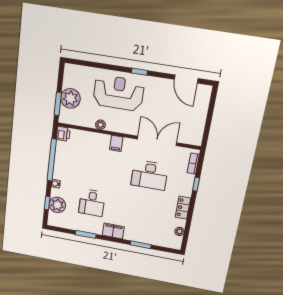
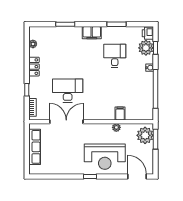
door: (186, 79) -> (137, 177), moved
plant: (70, 98) -> (145, 135), moved
row of seats: (199, 118) -> (35, 147), added
printer: (63, 134) -> (148, 33), moved
double door: (157, 141) -> (66, 122), swing flipped
filing cabinet: (116, 143) -> (120, 114), moved

